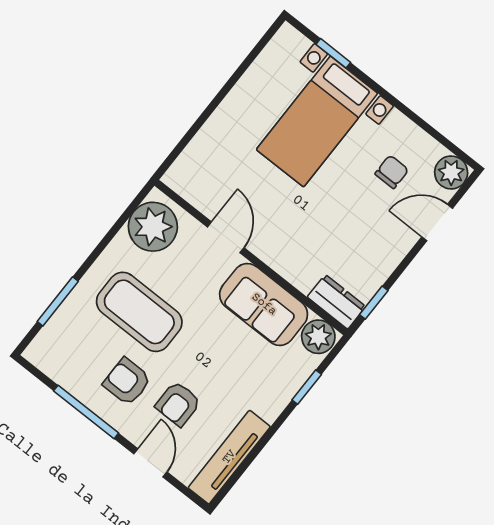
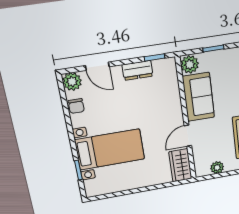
chair: (392, 172) -> (76, 106), moved, turned -90
wardrobe: (195, 185) -> (180, 165), added
plant: (153, 227) -> (217, 168), width x0.53, depth x0.53
dresser: (336, 302) -> (138, 70), moved, turned -90

